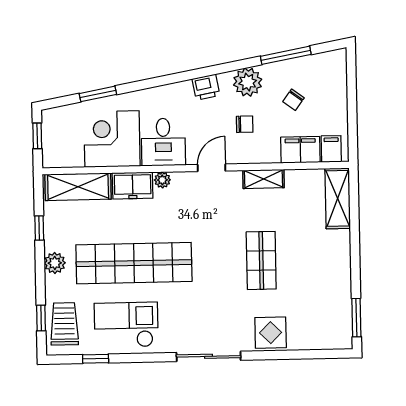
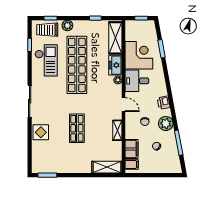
shop shelf: (261, 260) -> (77, 128), turned 90
plant: (55, 263) -> (67, 25), moved
trolley: (64, 324) -> (47, 30), turned 180

